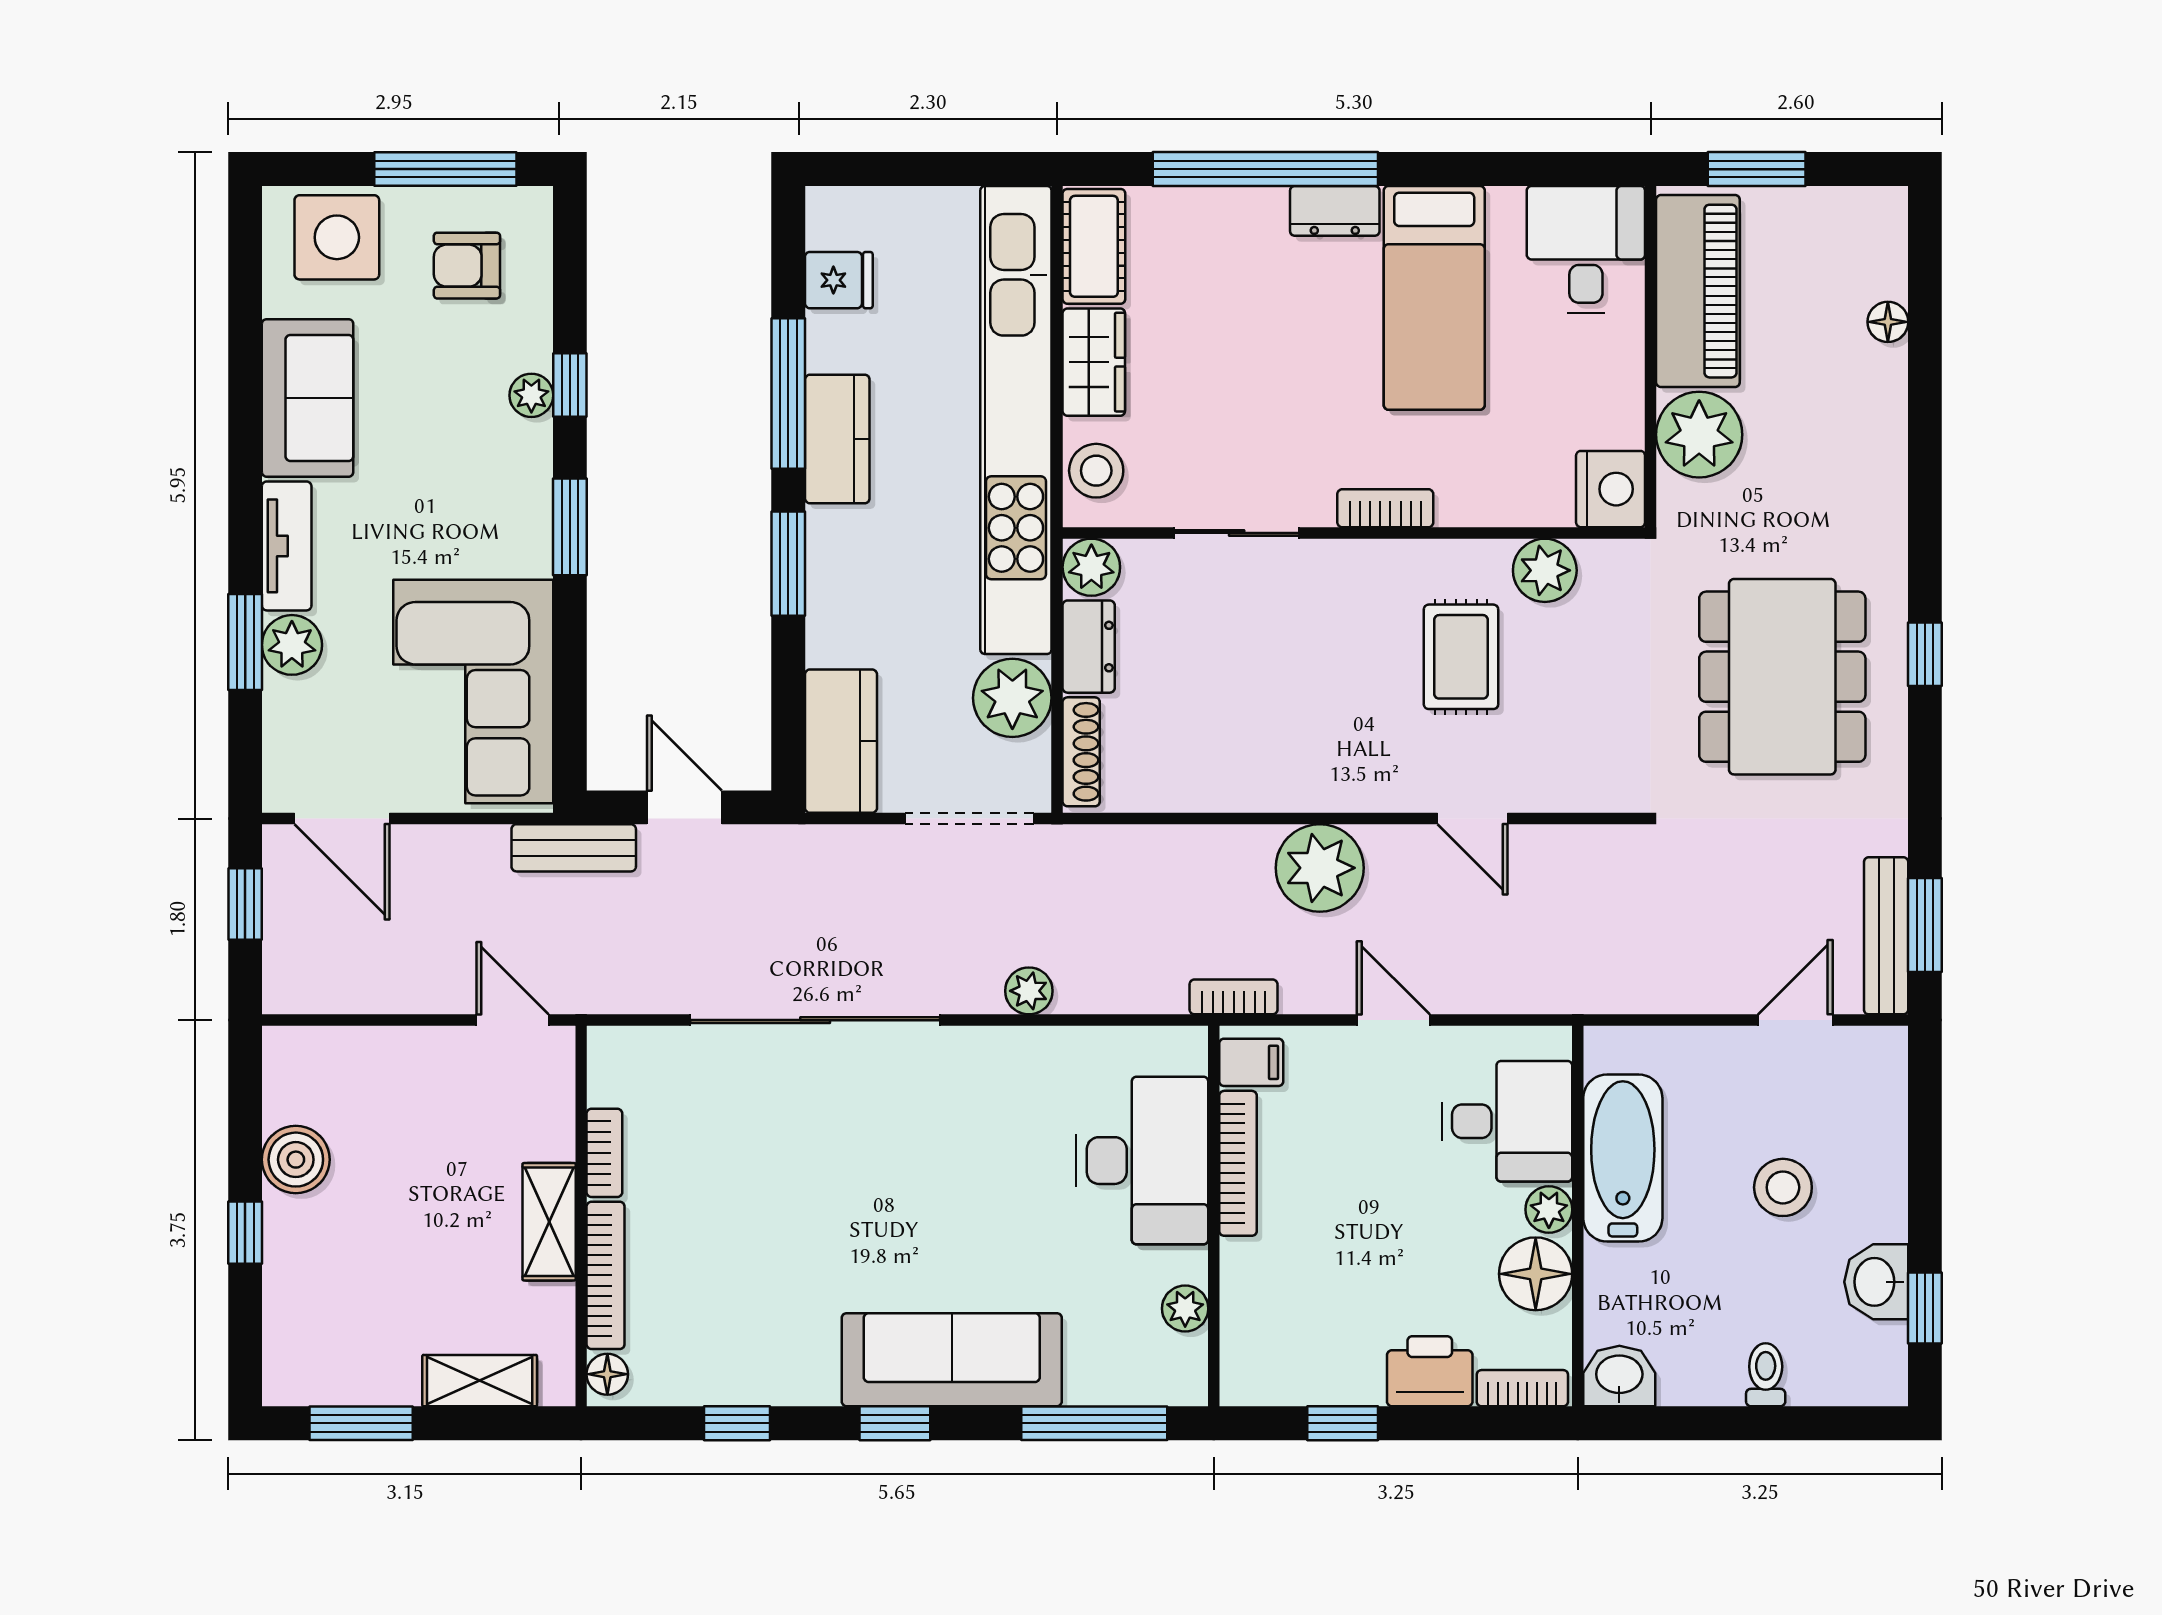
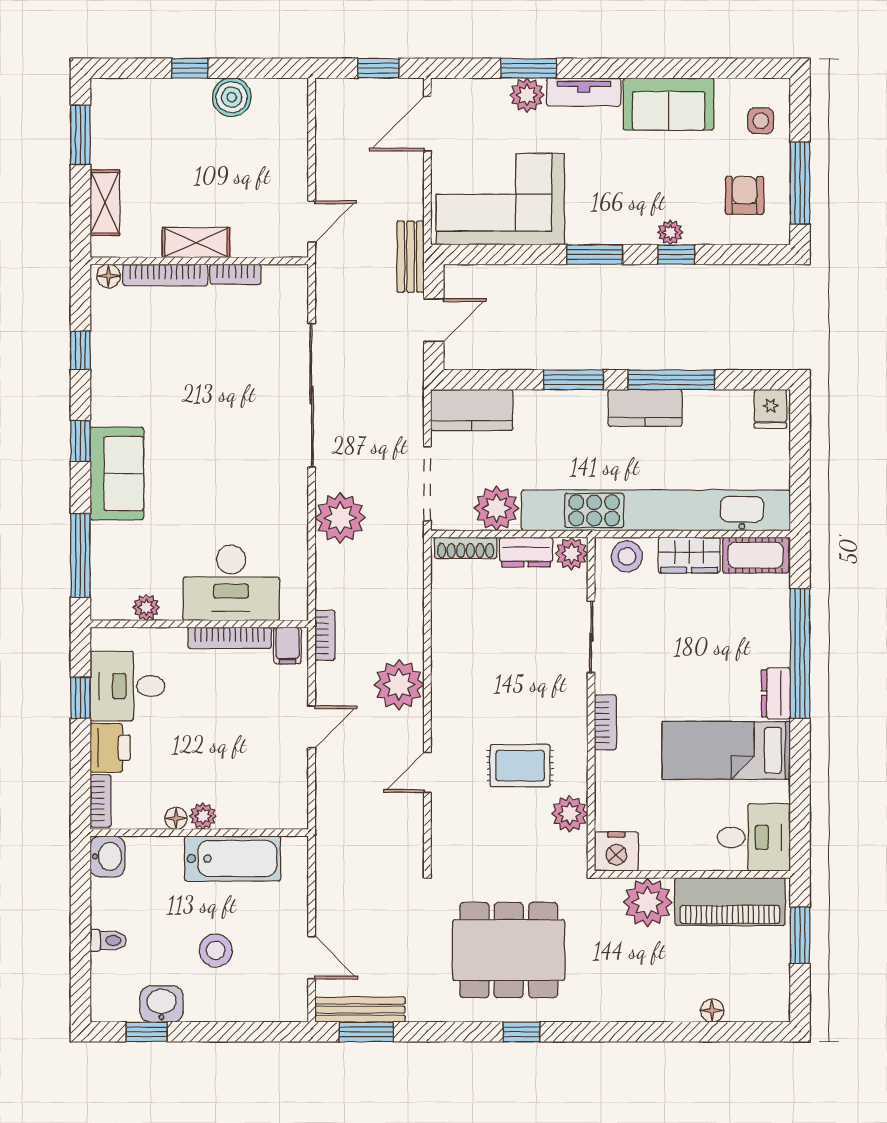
side table: (337, 237) -> (761, 121), width x0.54, depth x0.54
fridge: (839, 280) -> (770, 409), moved
plant: (1029, 991) -> (340, 518), width x1.87, depth x1.87
desk: (1507, 1121) -> (127, 686), moved, turned 90
floor lamp: (1536, 1274) -> (176, 818), width x0.53, depth x0.53
sofa: (952, 1360) -> (117, 474), width x0.73

